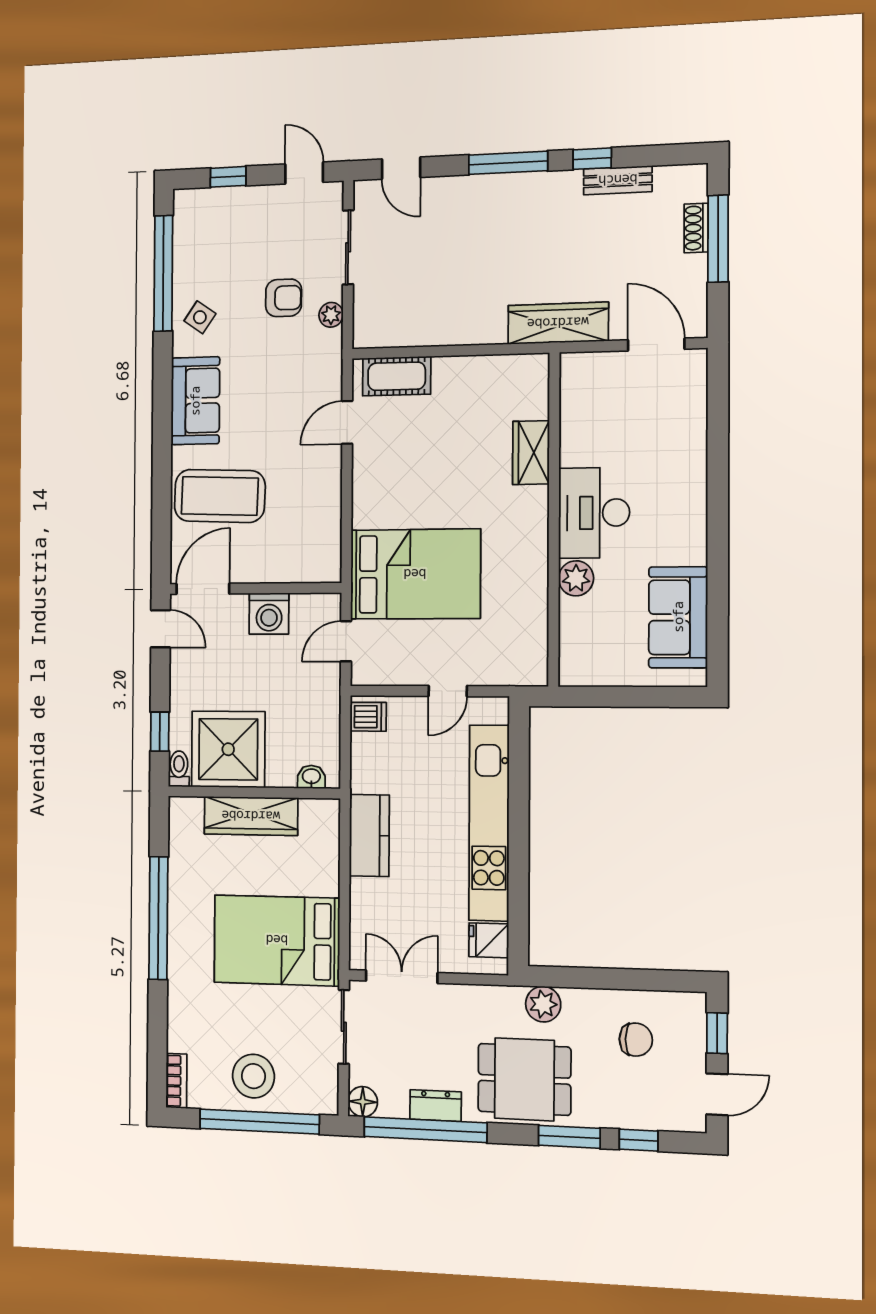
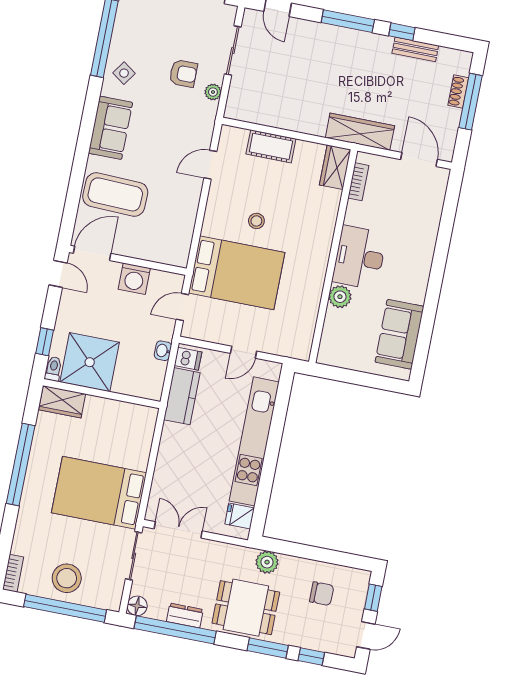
cot: (397, 376) -> (271, 146), moved
bookcase: (570, 399) -> (358, 182), added
wardrobe: (531, 453) -> (335, 167), moved
stool: (430, 491) -> (256, 221), added
washbasin: (311, 777) -> (163, 351), moved, turned -90
wardrobe: (251, 816) -> (62, 402), moved, width x0.67
kitchen counter: (369, 836) -> (182, 396), moved

